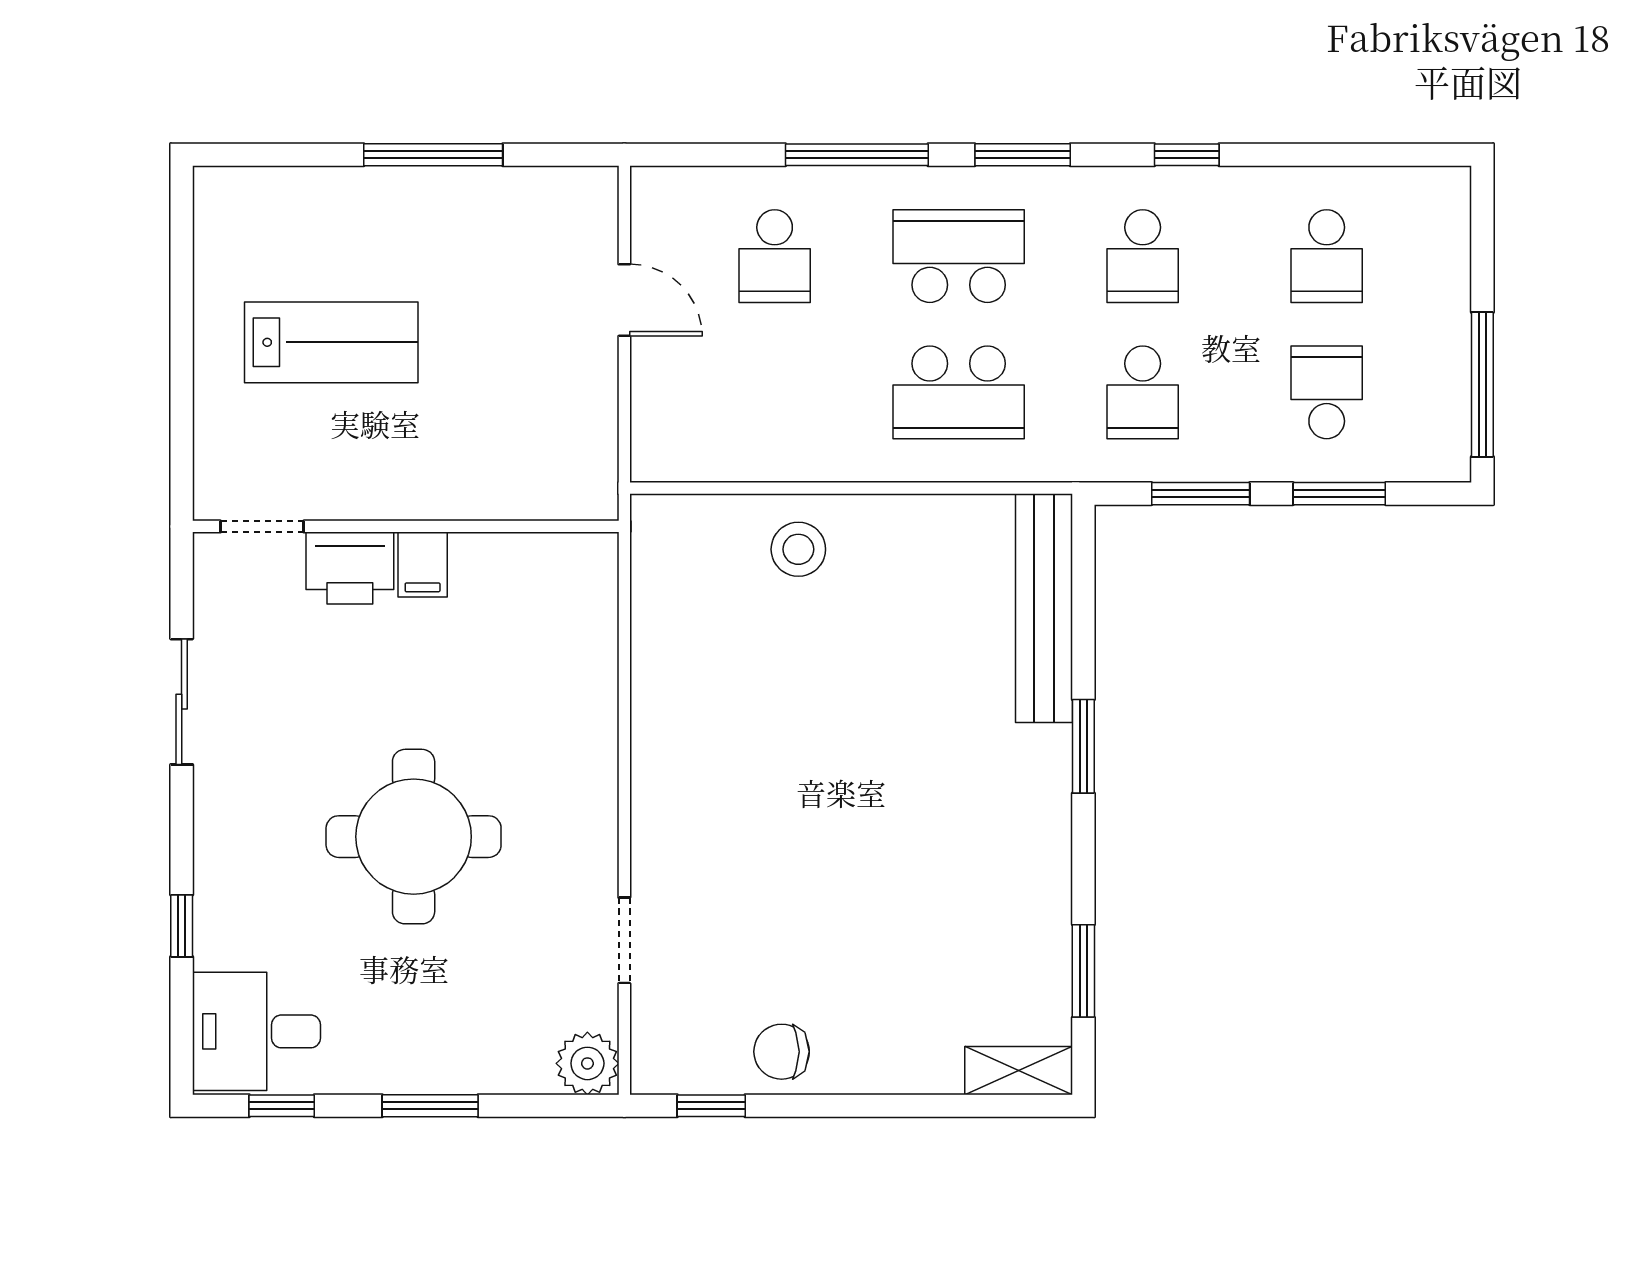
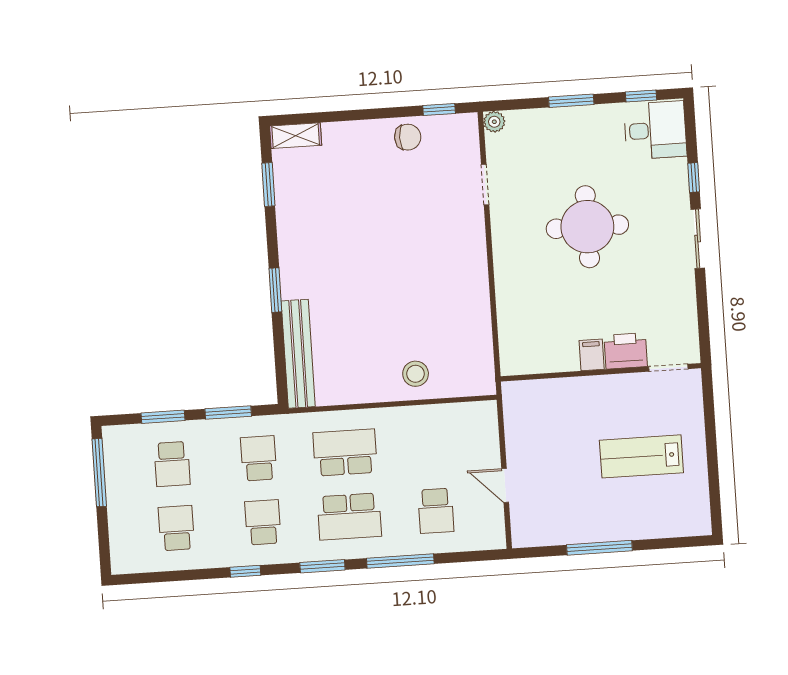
school desk: (775, 256) -> (436, 511), turned 180
sliding door: (182, 702) -> (698, 239), moved
plant: (587, 1063) -> (494, 122), width x0.73, depth x0.73

